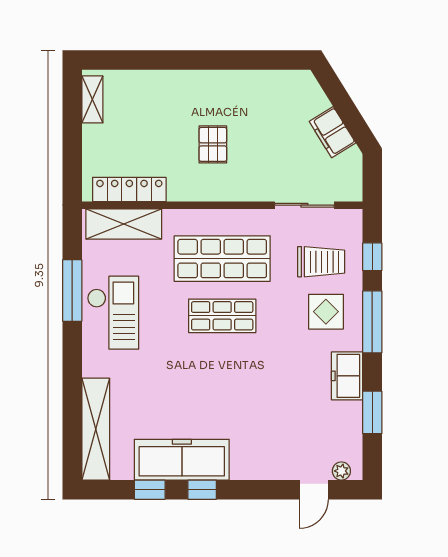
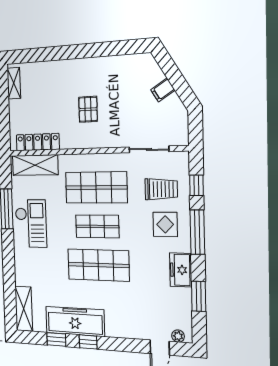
filing cabinet: (332, 132) -> (163, 90), width x0.50
shop shelf: (222, 373) -> (98, 265), added
shelving: (96, 429) -> (24, 309), width x0.68

